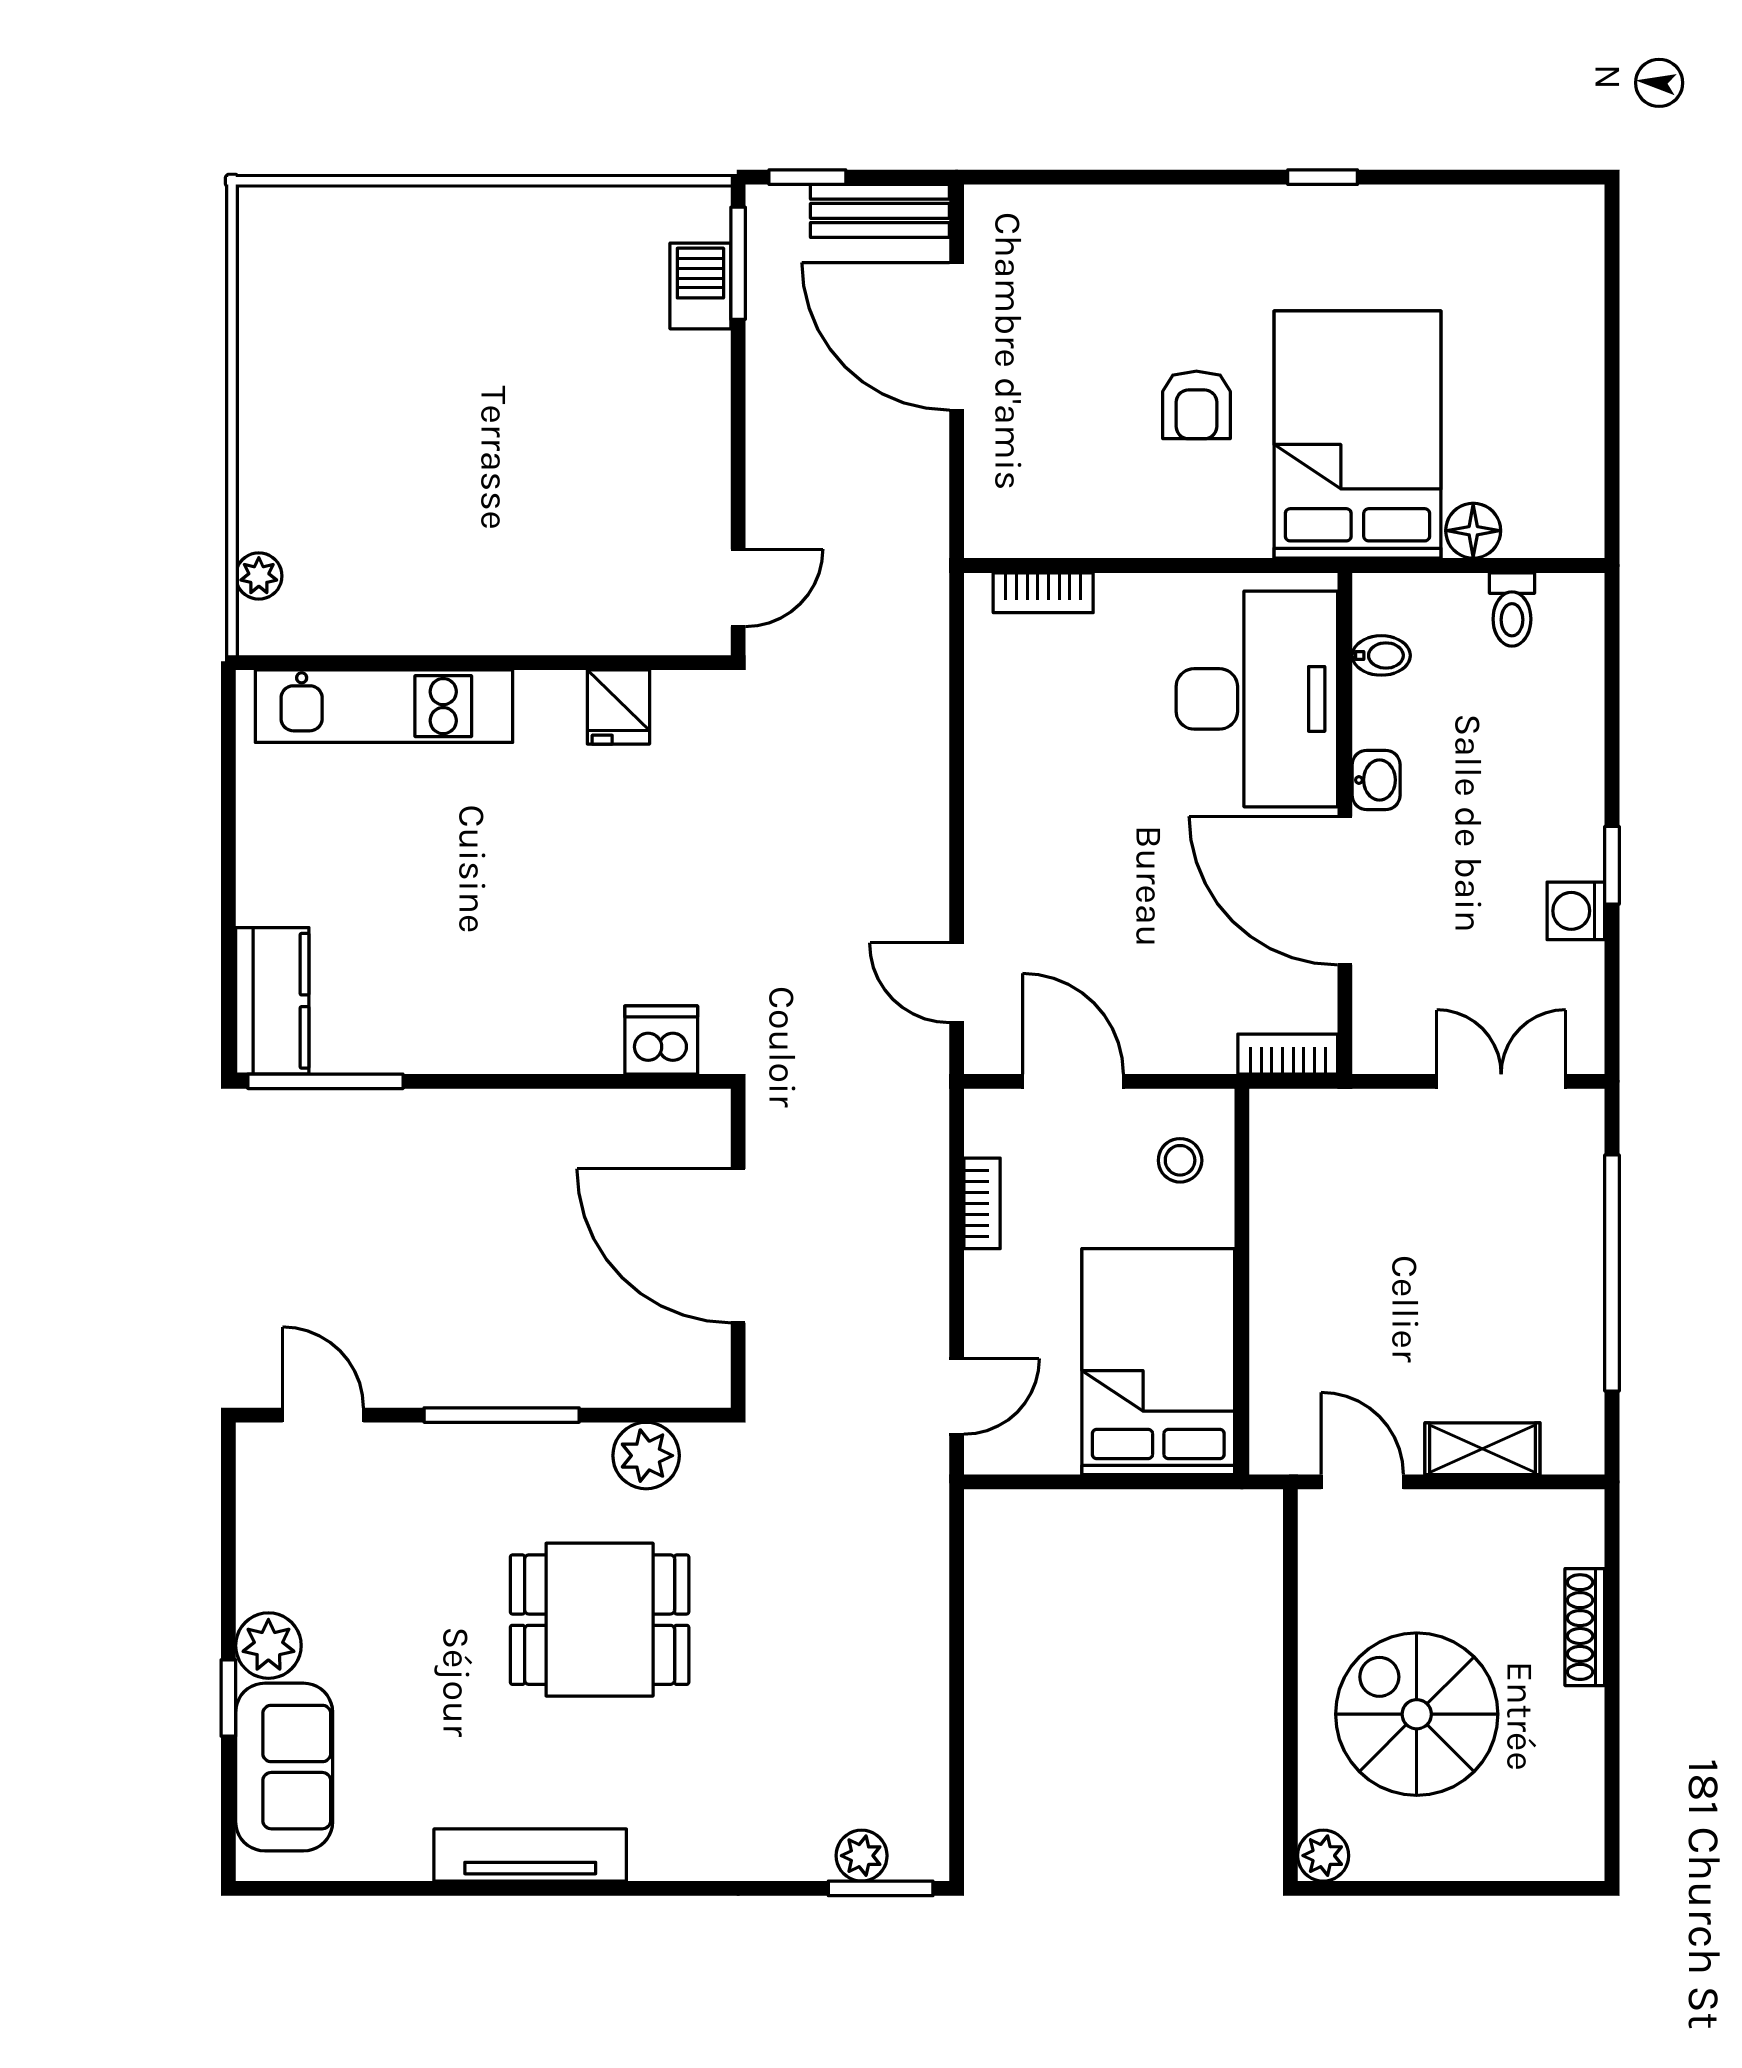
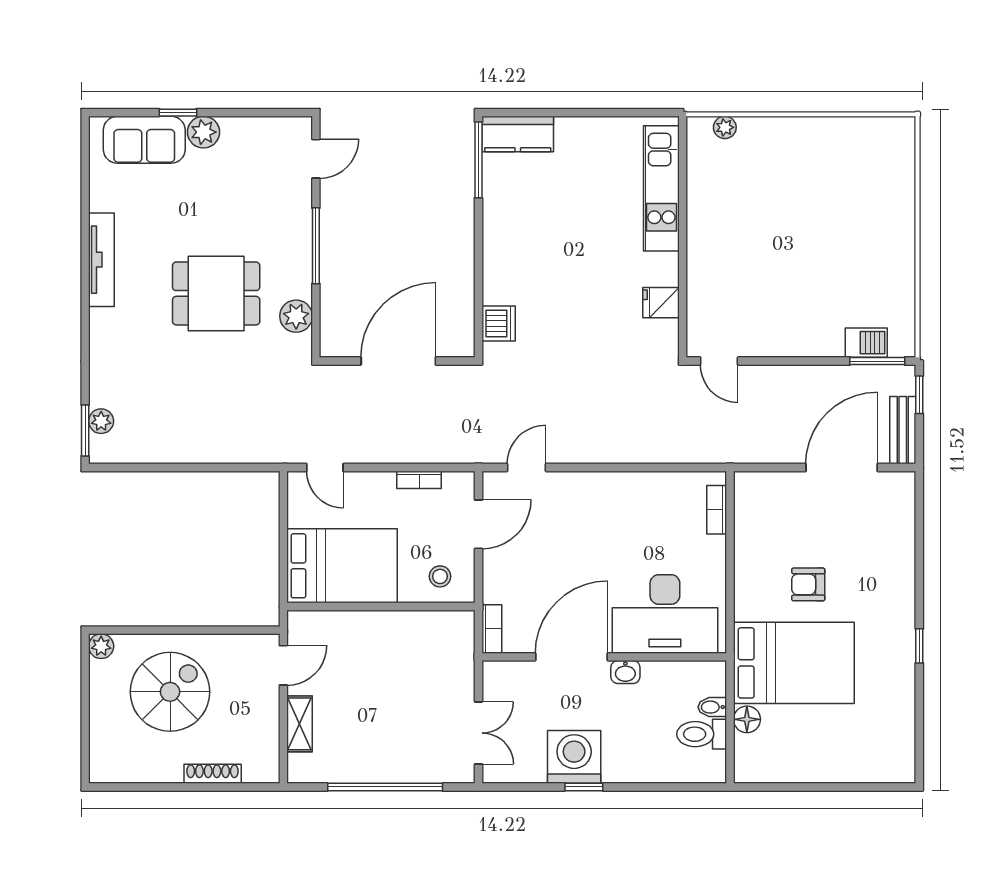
toilet: (1512, 609) -> (702, 734), width x1.37, depth x1.39
bidet: (1381, 655) -> (712, 707), moved, turned 90
washing machine: (1576, 911) -> (574, 757), width x1.89, depth x1.89
dining table: (600, 1620) -> (216, 293), turned 90

